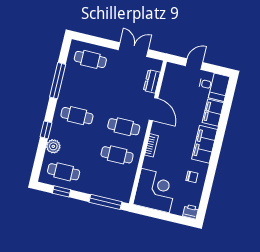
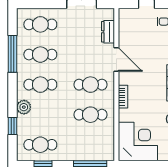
cafe table: (84, 88) -> (40, 55), added
window: (46, 130) -> (12, 126), moved
plant: (53, 146) -> (24, 107), moved

